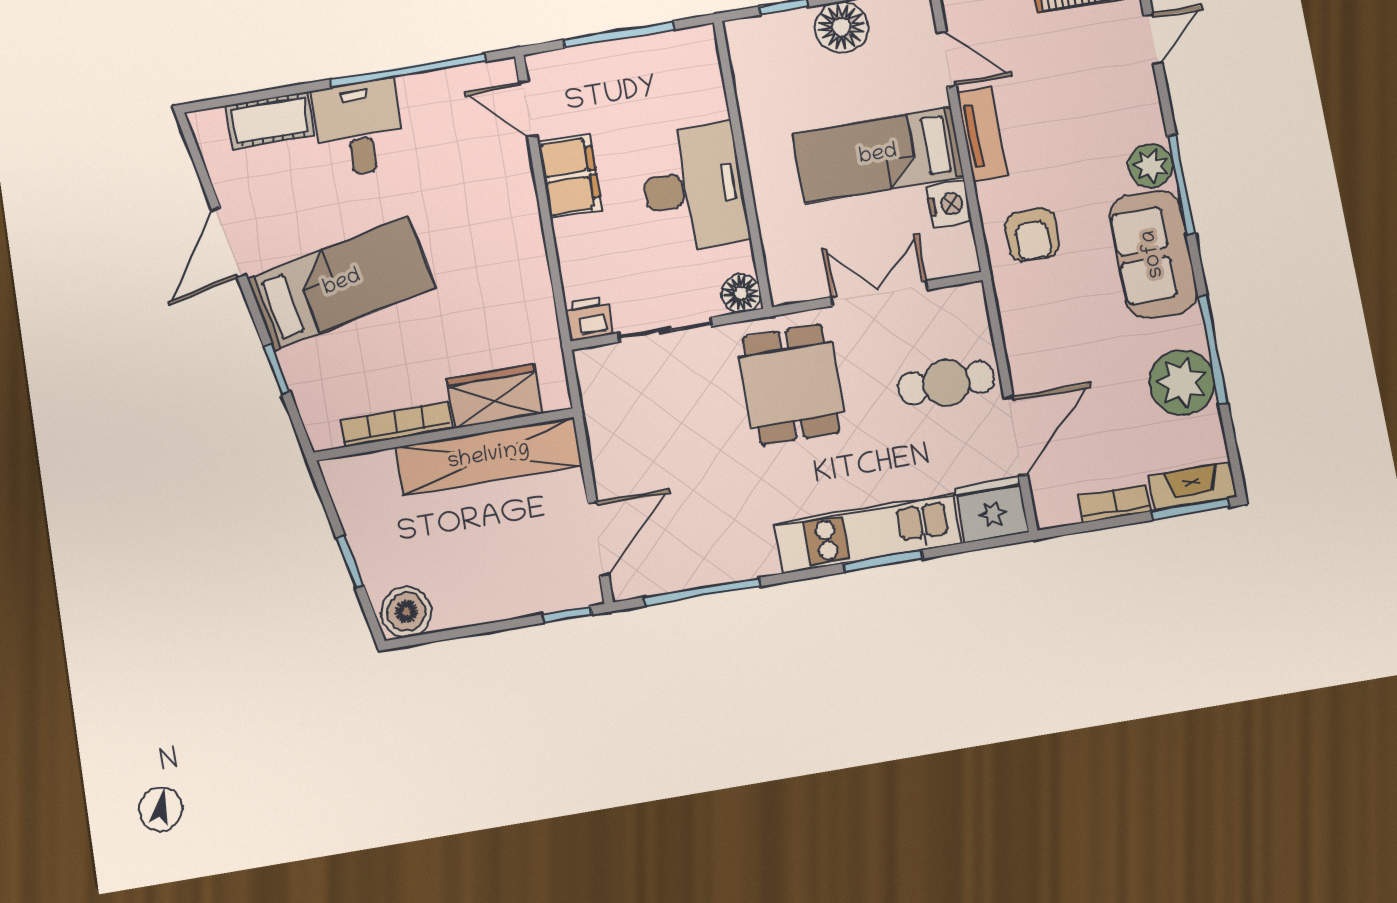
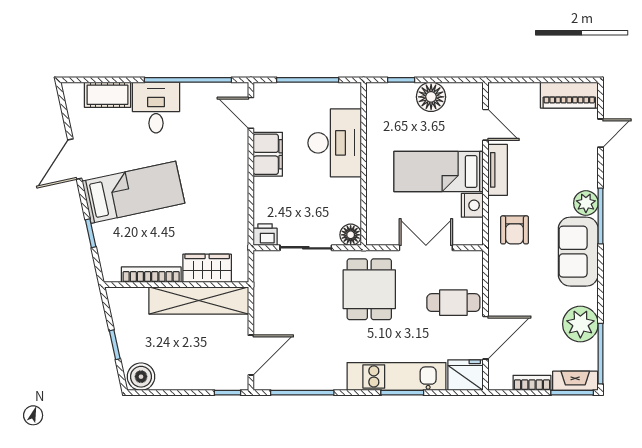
desk: (694, 188) -> (335, 143), moved
window: (1213, 350) -> (600, 354), moved

